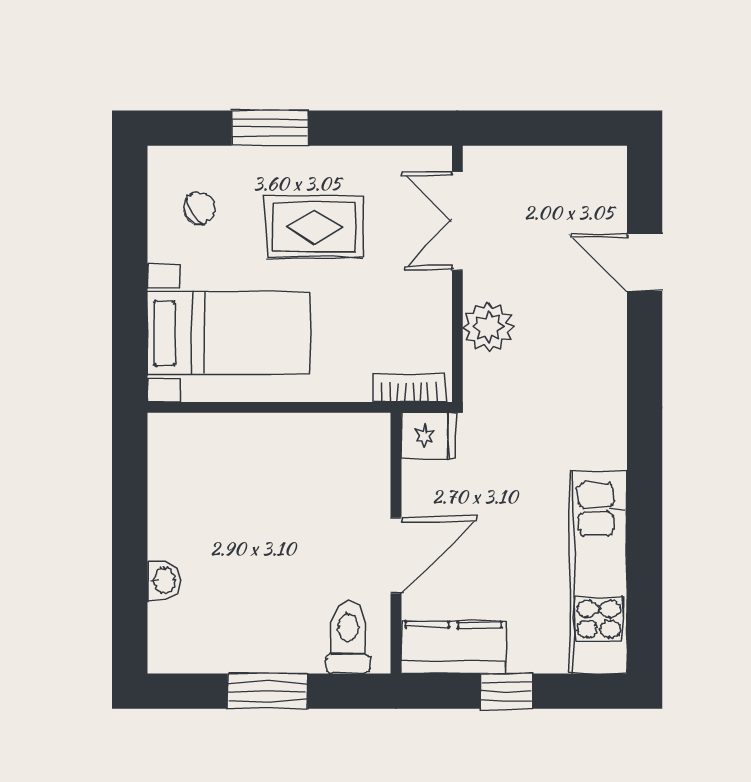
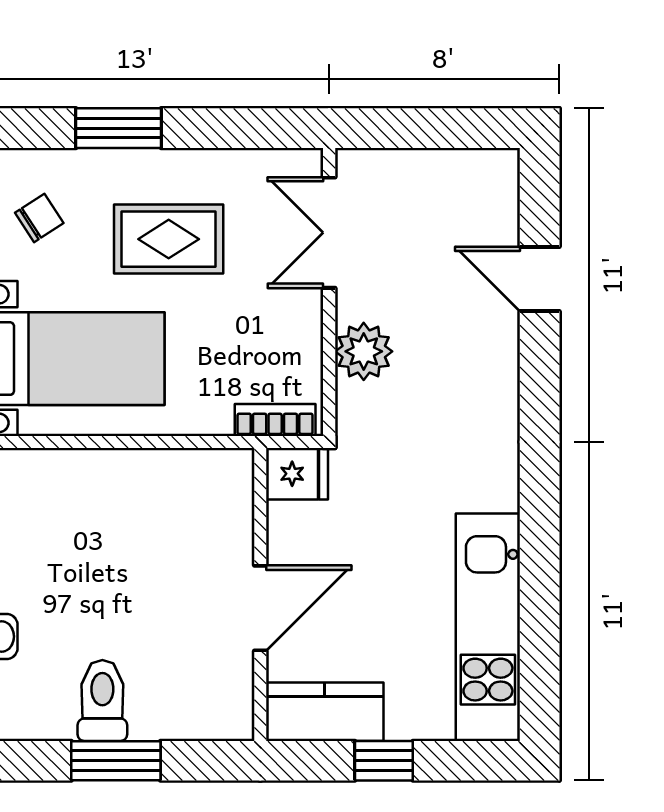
toilet: (348, 638) -> (102, 700), moved

